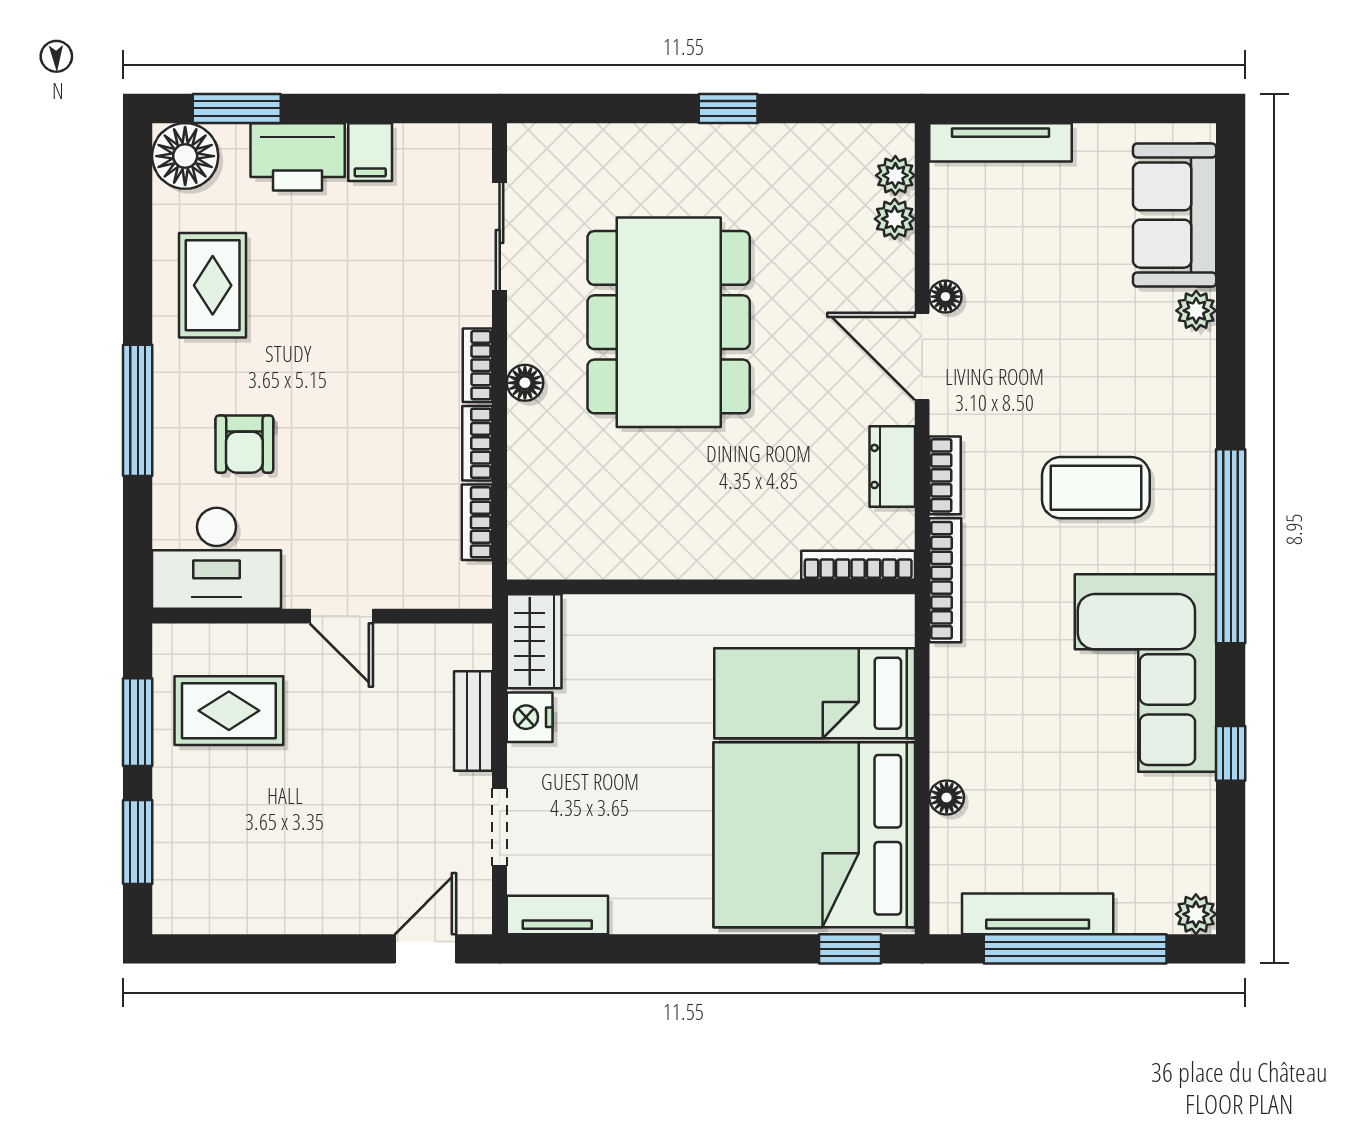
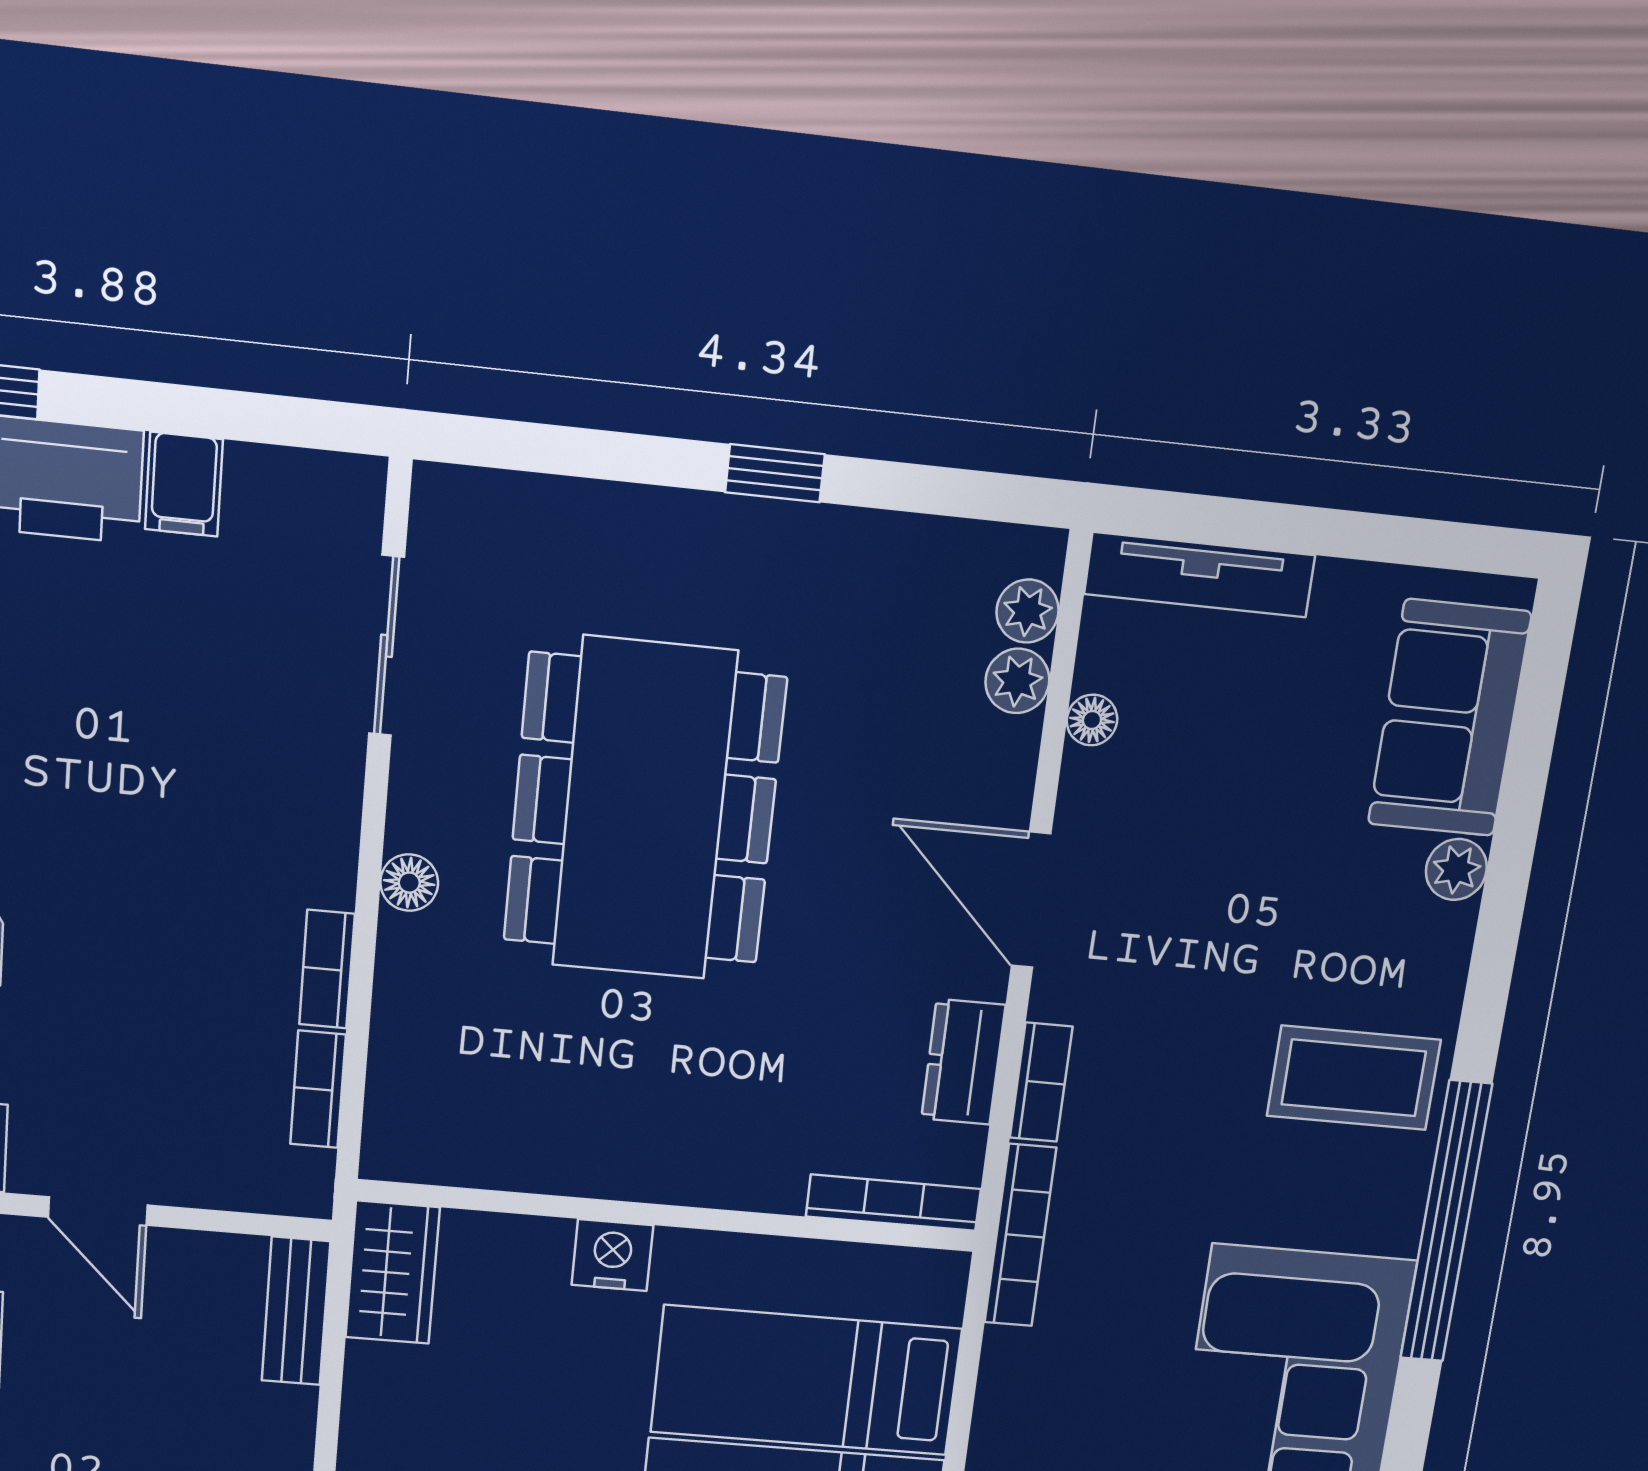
floor lamp: (945, 297) -> (1092, 720), moved
bookcase: (478, 365) -> (336, 848), removed
coffee table: (1096, 488) -> (1354, 1078), moved
nightstand: (530, 717) -> (612, 1255), moved, turned 90
bench: (473, 721) -> (296, 1311), moved

